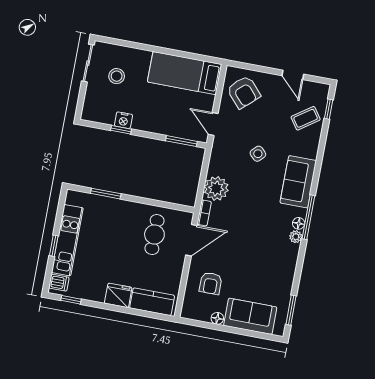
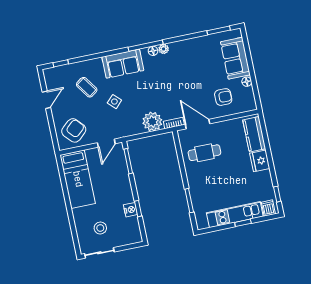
coffee table: (306, 118) -> (87, 87), moved

